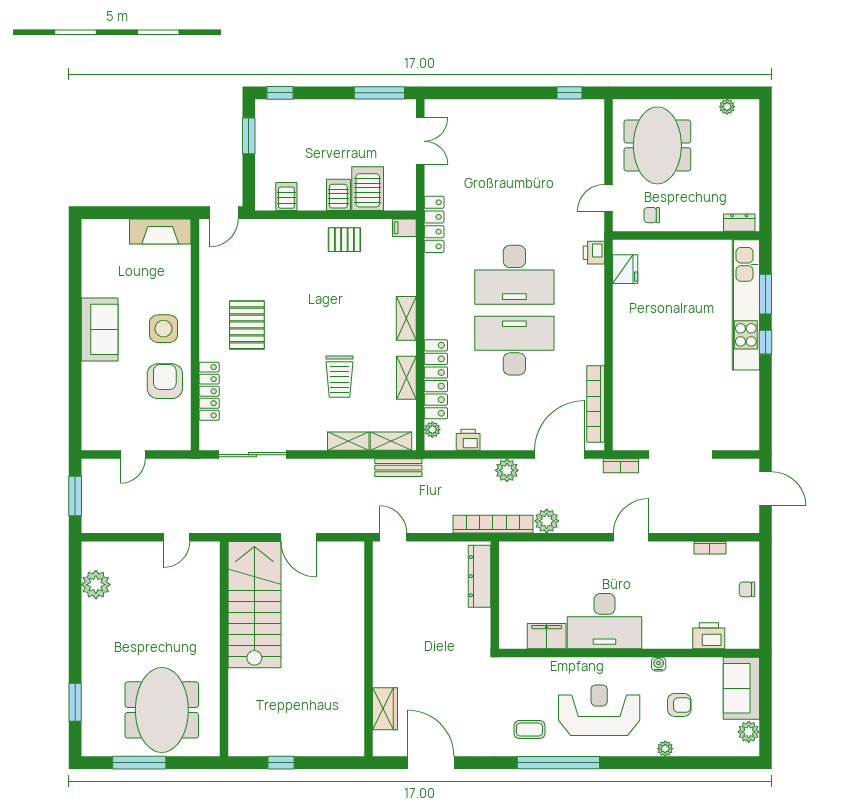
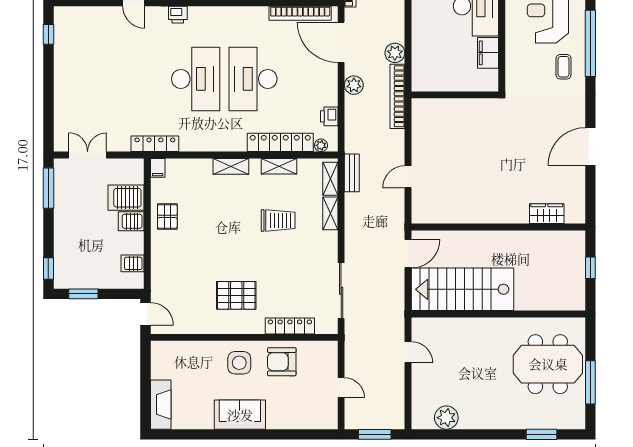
fireplace: (160, 231) -> (161, 405), moved
dresser: (479, 576) -> (439, 107), removed
wall: (369, 649) -> (498, 227), moved
wardrobe: (385, 709) -> (547, 214), moved

